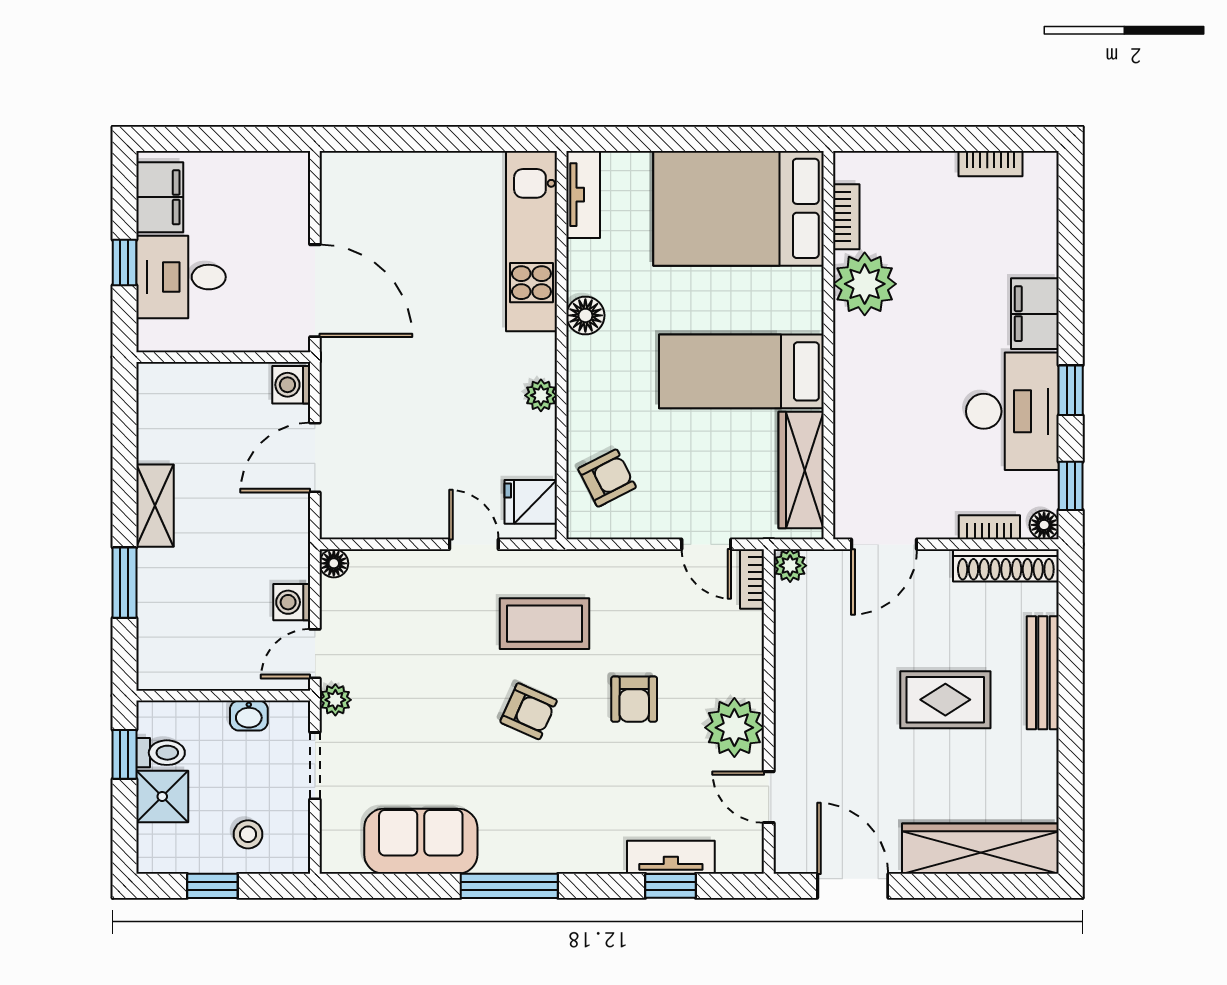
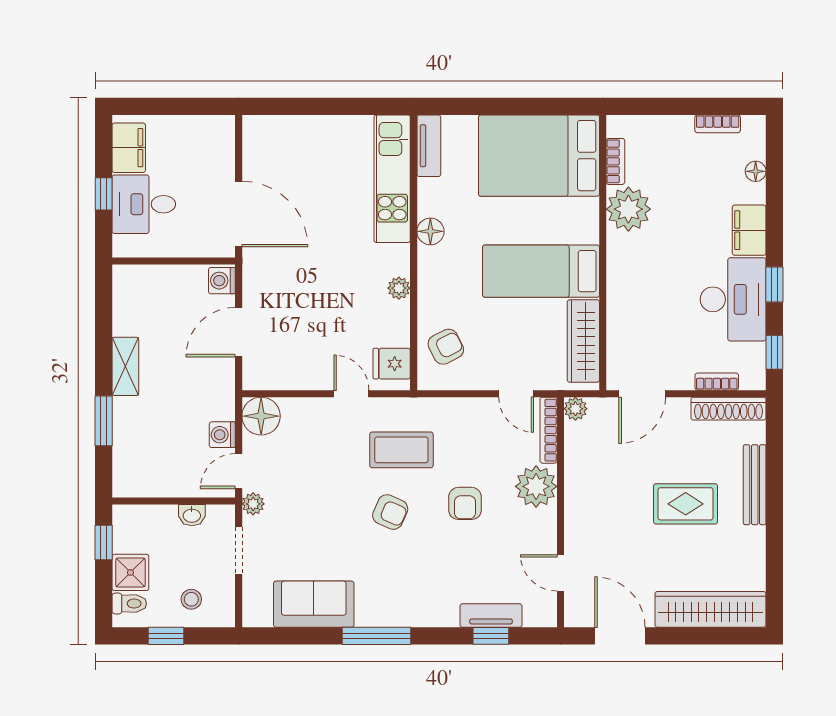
floor lamp: (1044, 525) -> (756, 171), moved
floor lamp: (334, 563) -> (261, 416), width x1.89, depth x1.89
bookcase: (752, 579) -> (549, 430), width x1.56
plant: (734, 728) -> (536, 486), moved
toilet: (161, 753) -> (129, 604), moved

